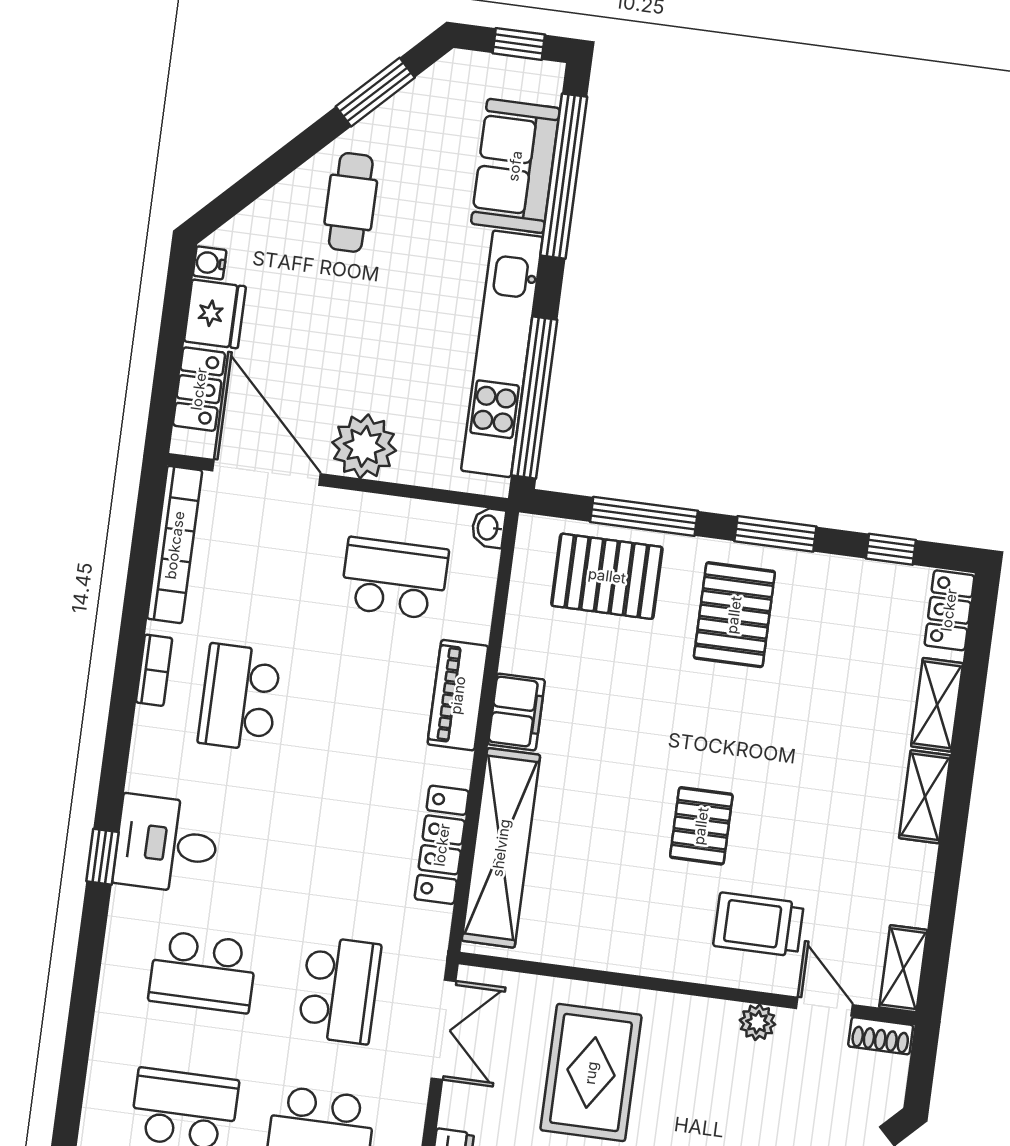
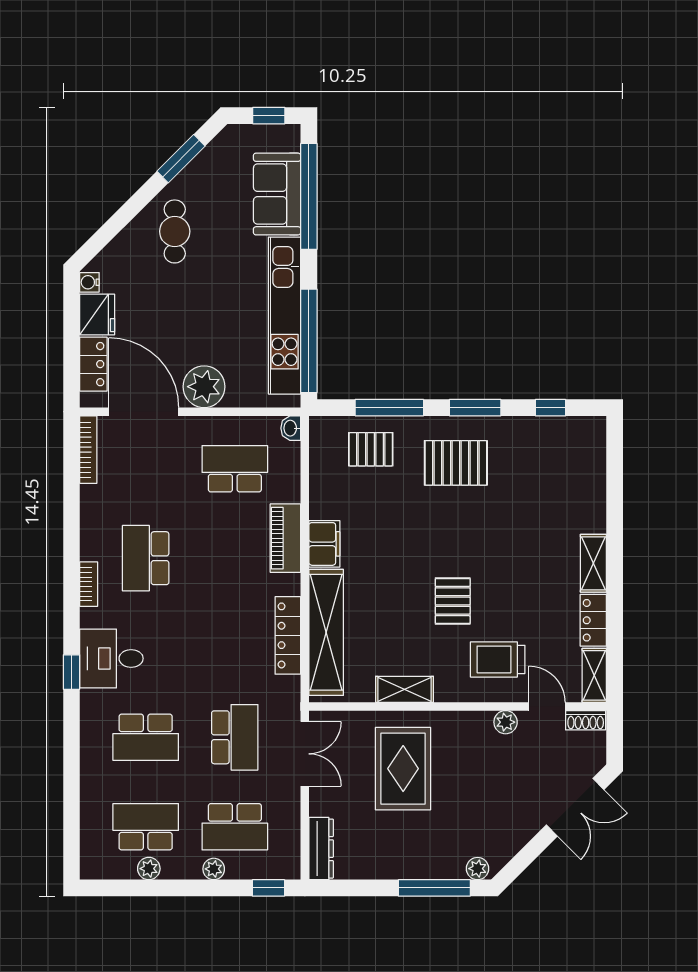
bookcase: (175, 545) -> (88, 450), width x0.68, depth x0.76
pallet: (607, 576) -> (371, 449), width x0.67, depth x0.71
locker: (949, 610) -> (593, 620), moved
pallet: (734, 615) -> (456, 463), turned 90
bookcase: (154, 670) -> (89, 584), moved
shelving: (937, 705) -> (404, 689), moved, turned 90

